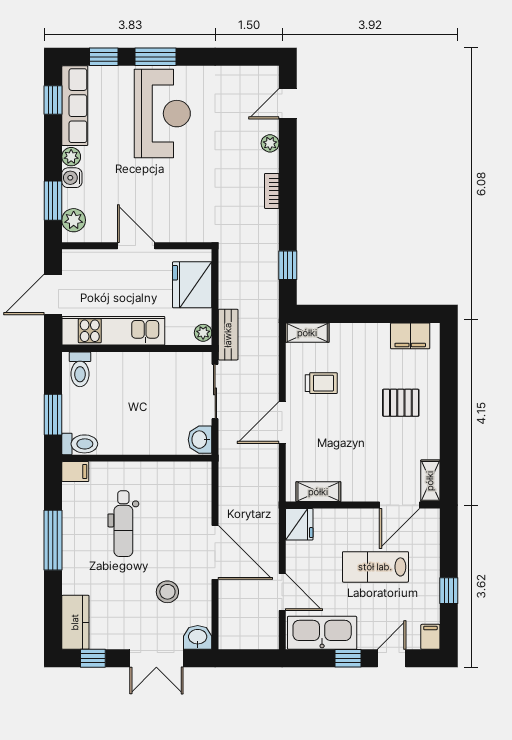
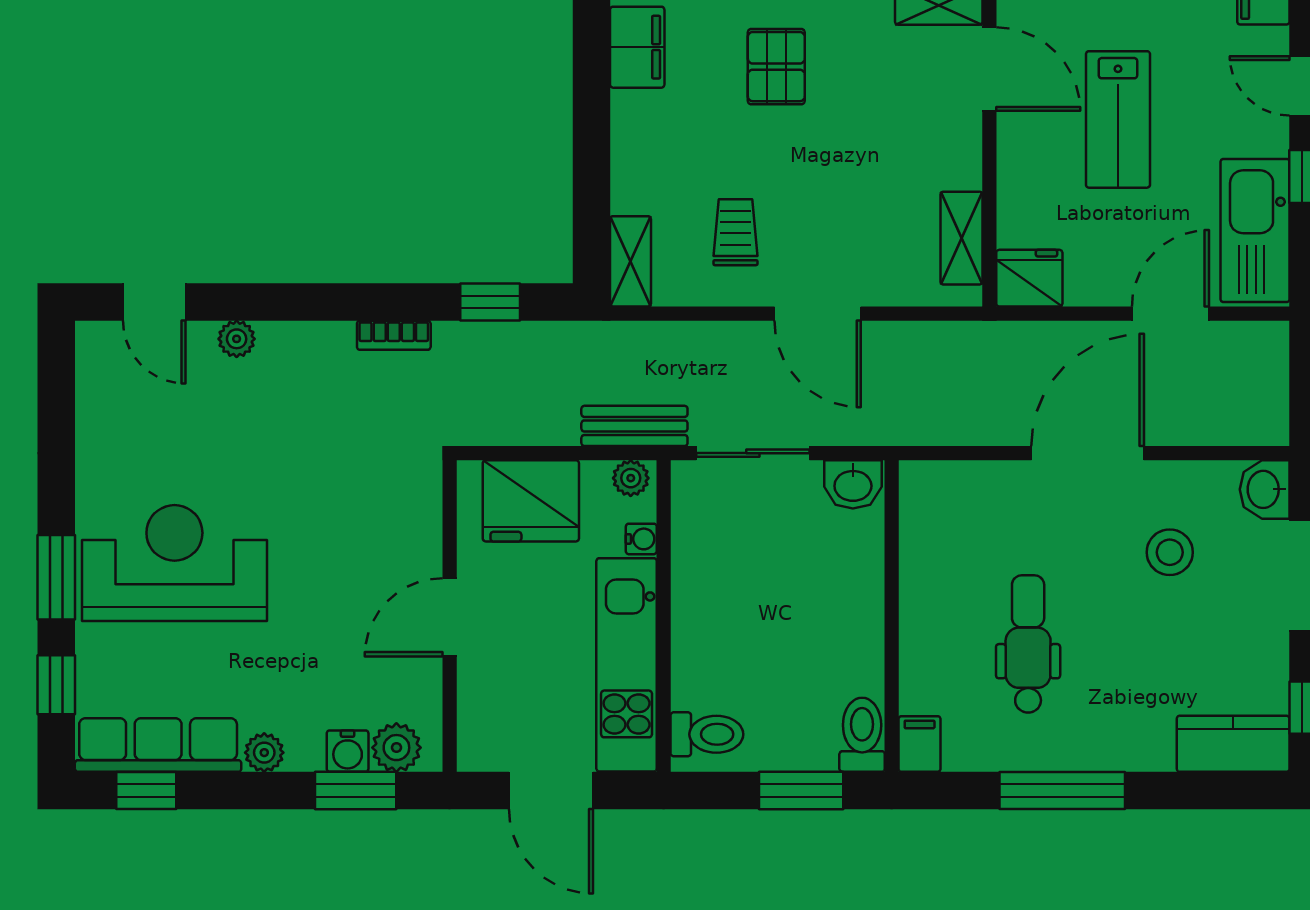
water cooler: (72, 178) -> (348, 751), moved
bookcase: (272, 191) -> (394, 335), moved
water cooler: (174, 338) -> (641, 539), added
dental chair: (123, 524) -> (1028, 644), turned -90

